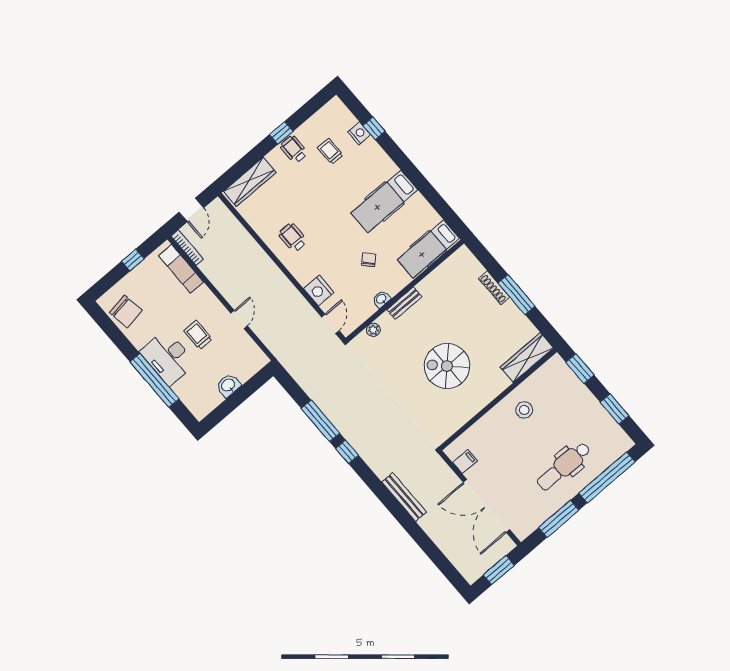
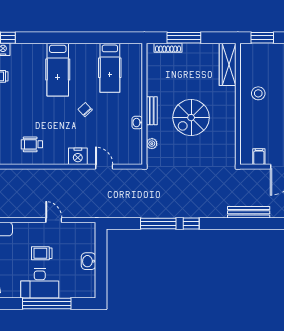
wall: (405, 291) -> (144, 104), moved
washbasin: (381, 299) -> (137, 123), moved
bench: (404, 303) -> (152, 111), moved
plant: (373, 330) -> (152, 144), moved

